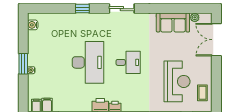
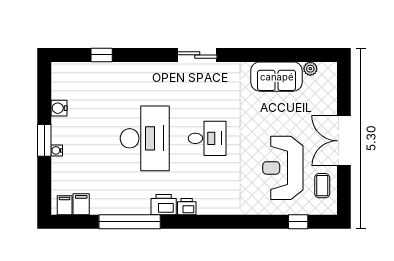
window: (82, 9) -> (102, 55), moved
water cooler: (33, 25) -> (59, 108), moved
double door: (216, 40) -> (344, 141), moved
reception desk: (177, 81) -> (283, 168), turned 180

